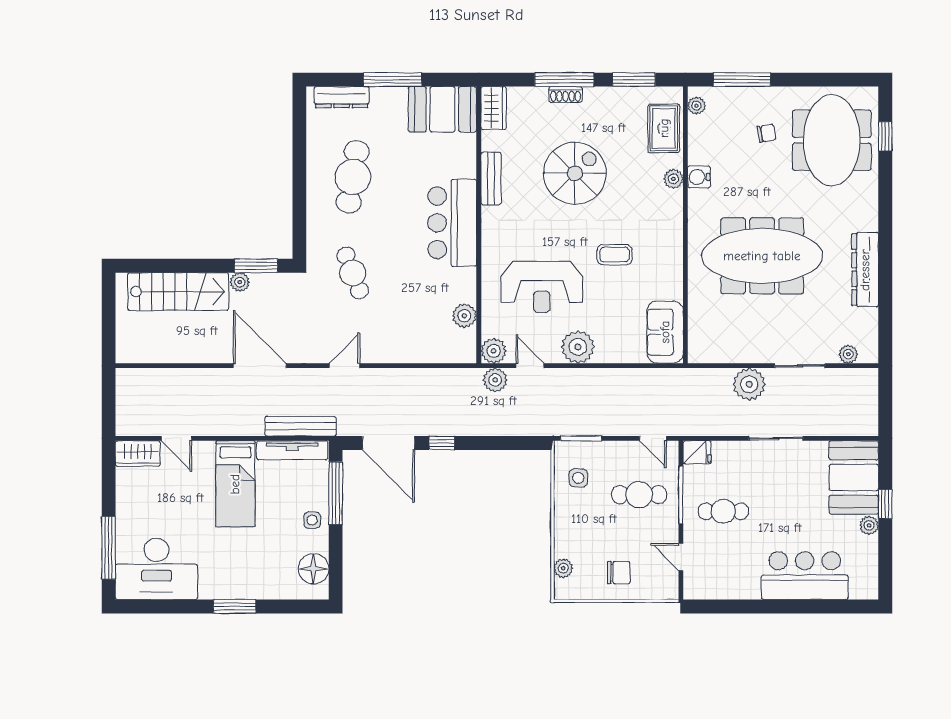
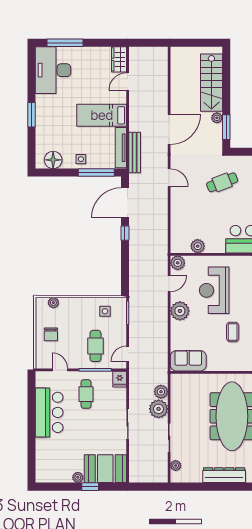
plant: (495, 380) -> (161, 392), moved
door: (681, 557) -> (60, 370), hinge flipped
bar counter: (805, 576) -> (49, 412), moved

